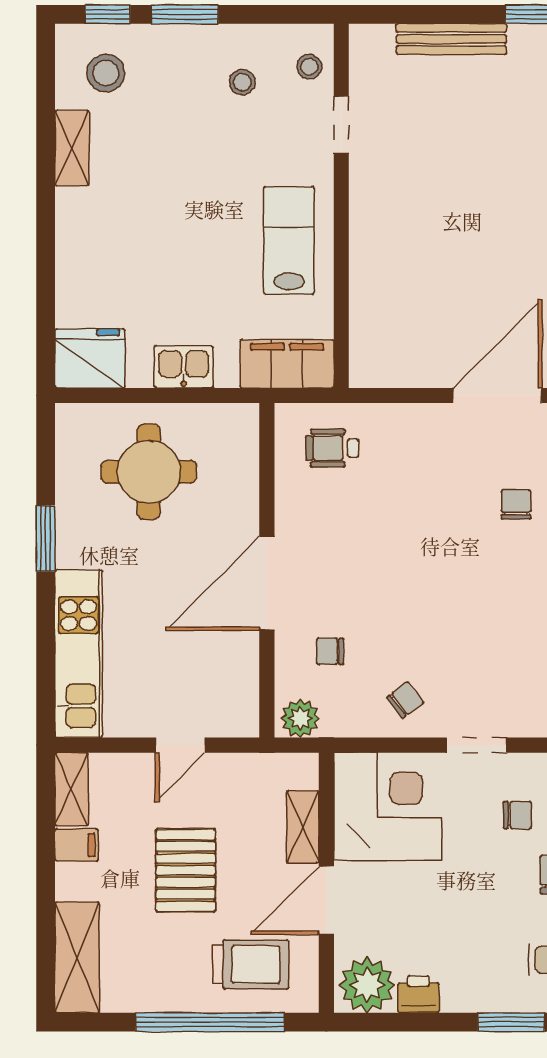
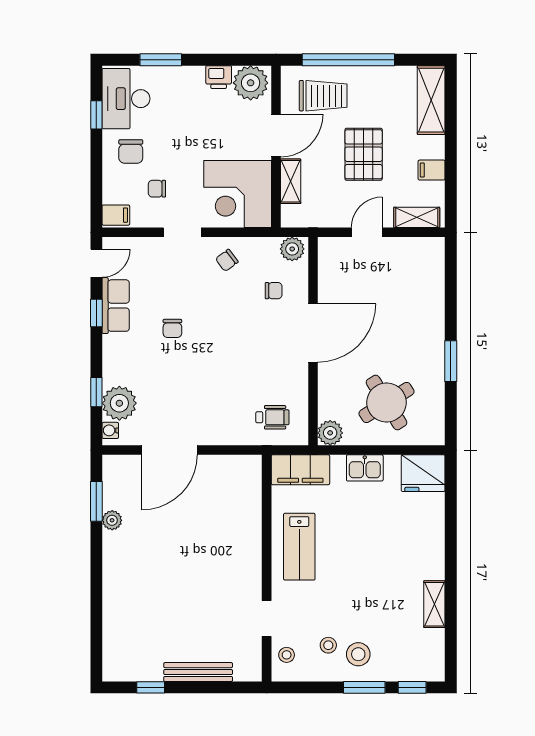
stool: (106, 73) -> (358, 654), moved
plant: (239, 423) -> (330, 433), added
round table: (149, 472) -> (387, 403), turned -32
chair: (516, 504) -> (172, 328), moved
kitchen unit: (79, 654) -> (430, 289), removed
shelving: (71, 789) -> (417, 217), moved, turned 90
trolley: (250, 964) -> (323, 96), turned 180

